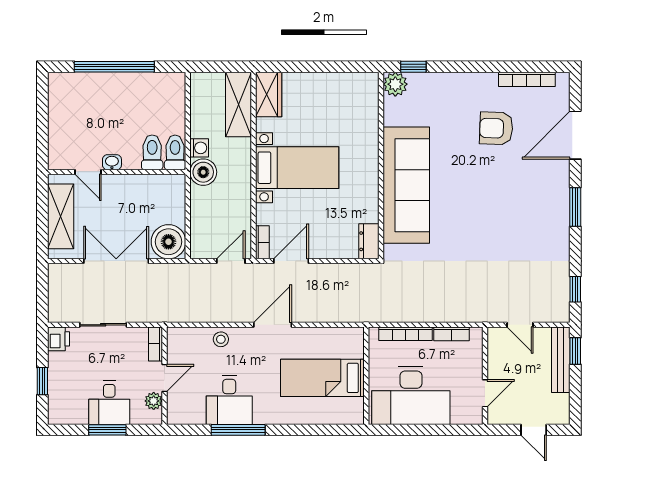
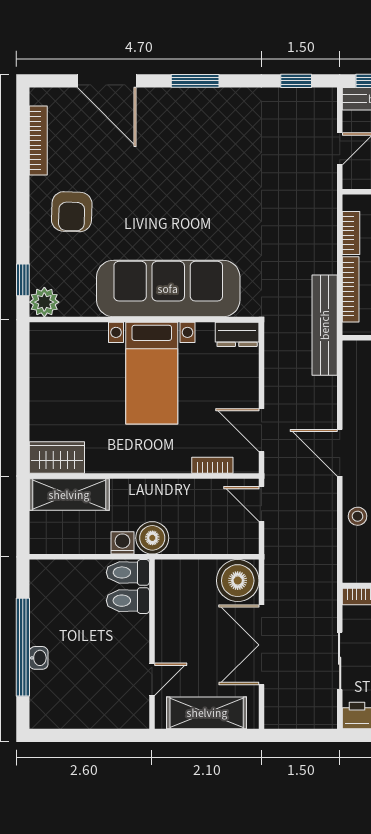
armchair: (496, 128) -> (72, 212), moved
washbasin: (112, 162) -> (39, 658), moved, turned 180
bed with nightstands: (297, 168) -> (152, 373), moved, turned 180
bookcase: (262, 242) -> (212, 465), moved
bench: (376, 312) -> (325, 325), added

